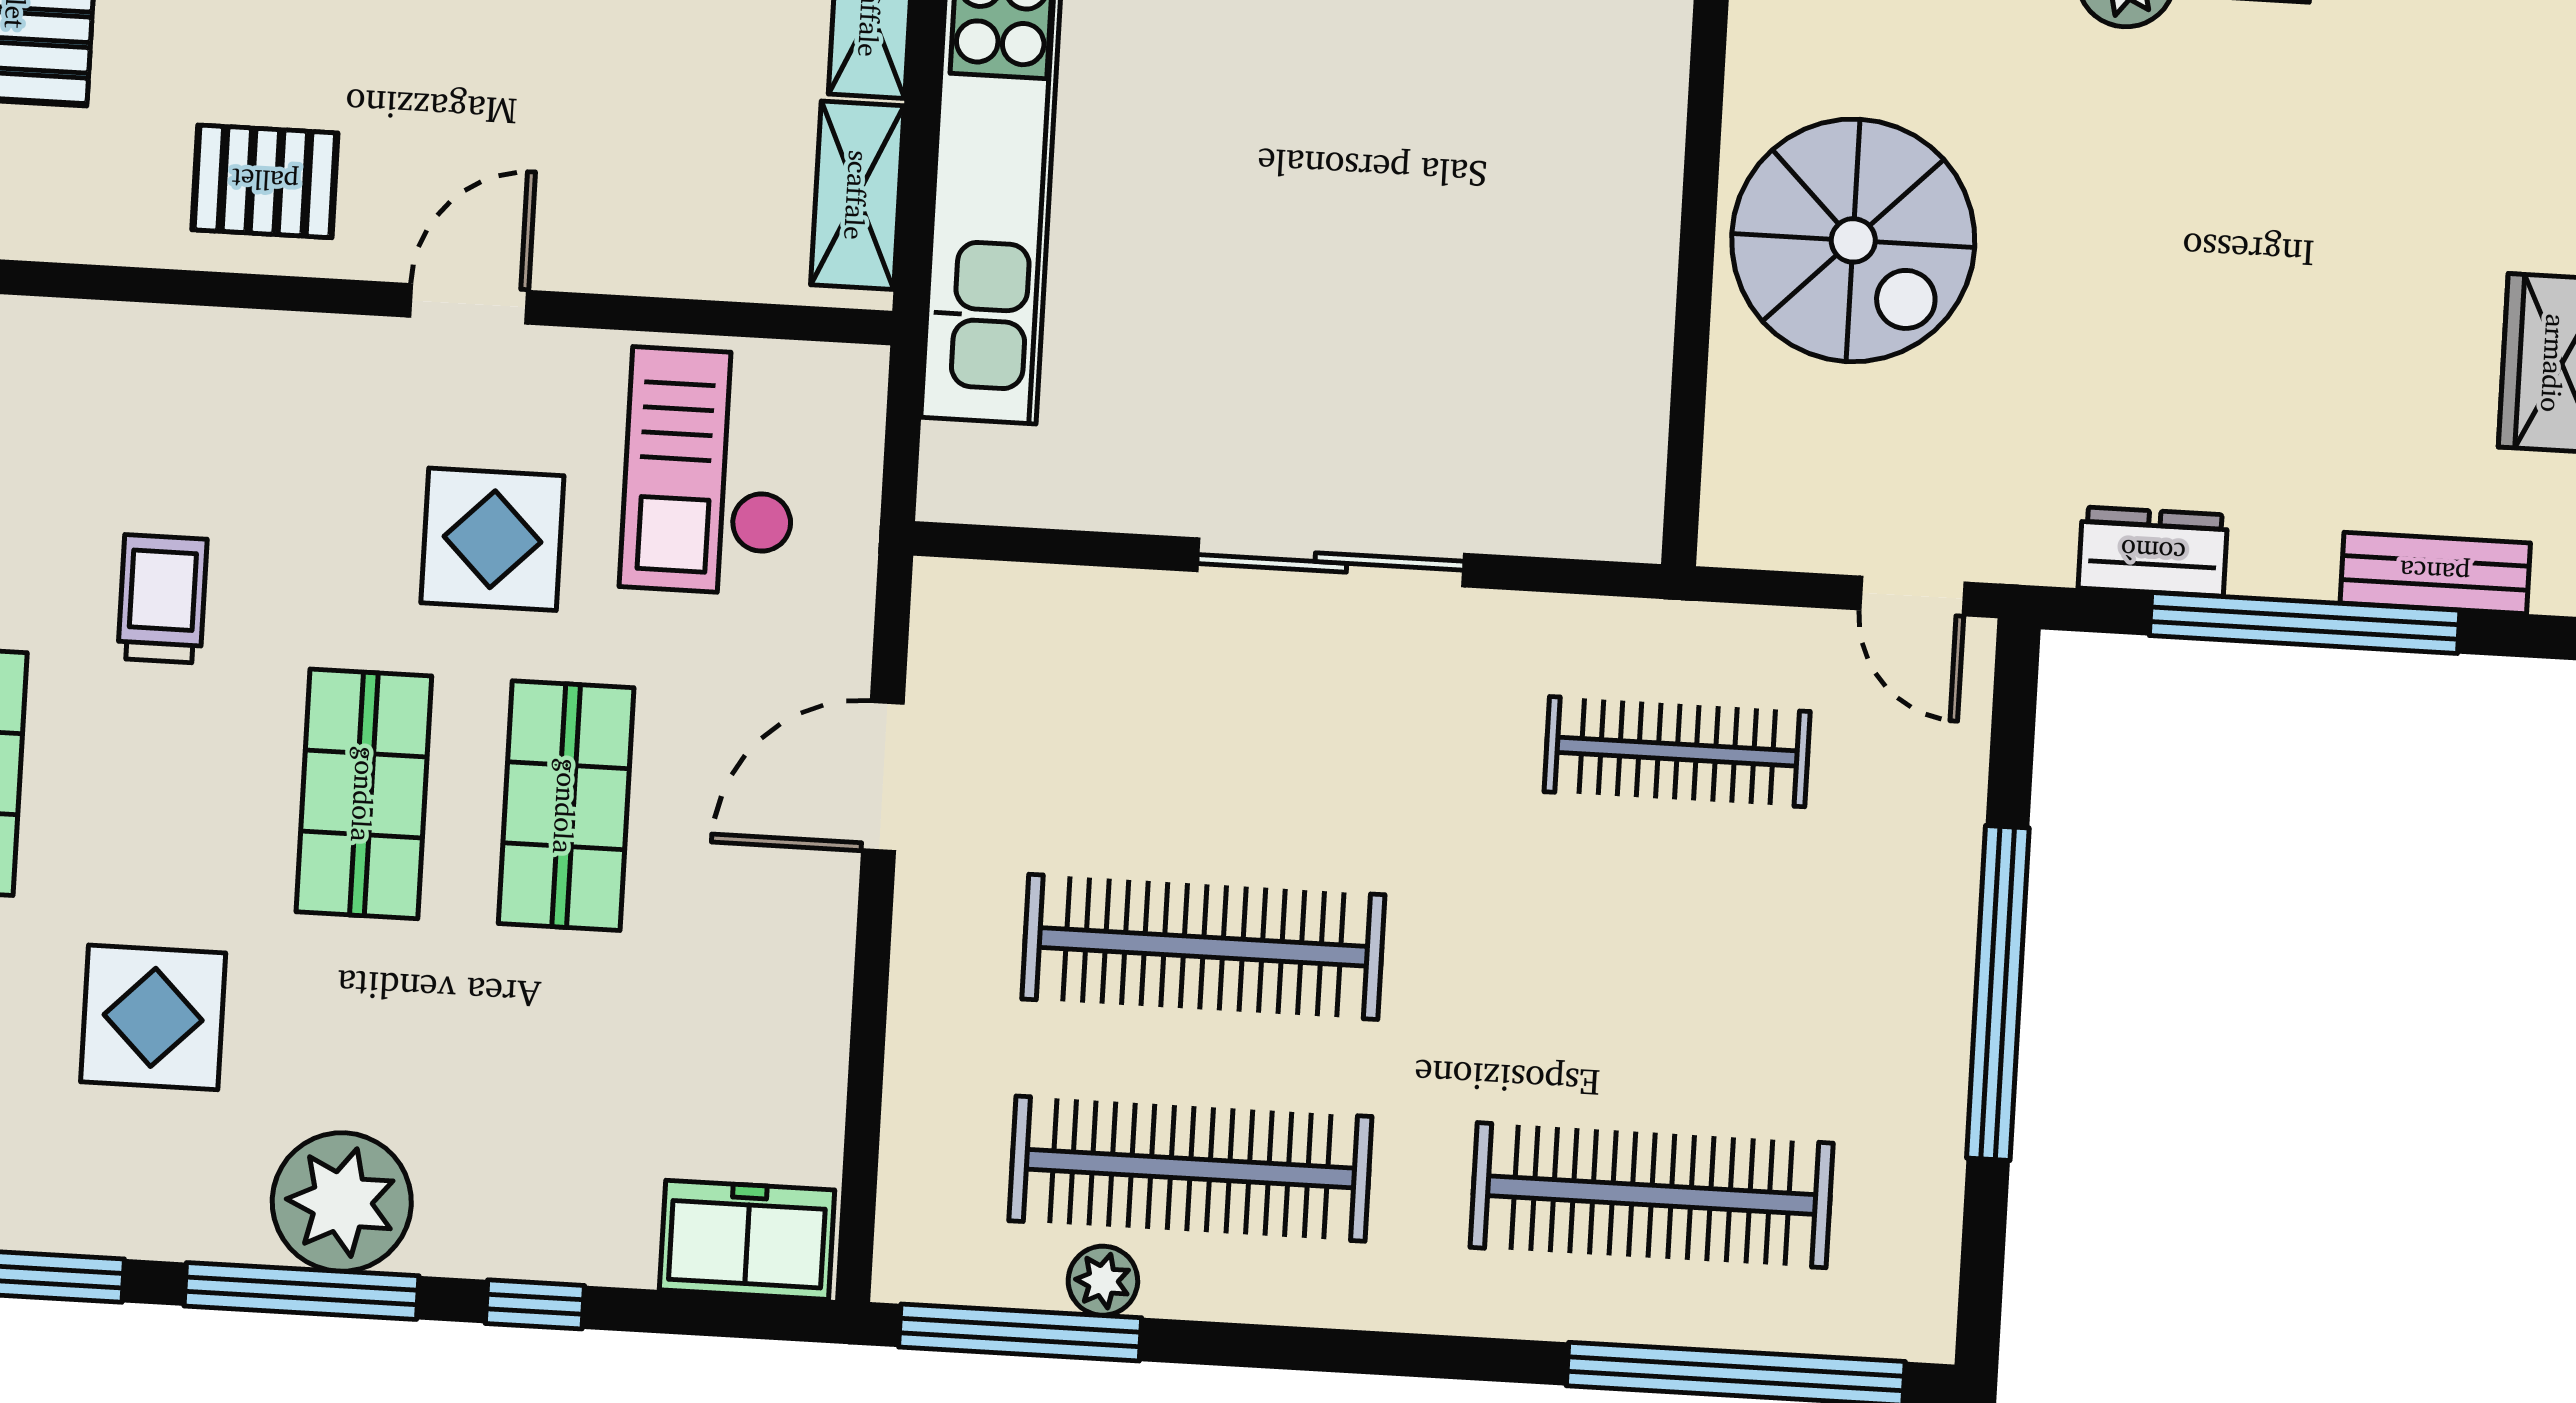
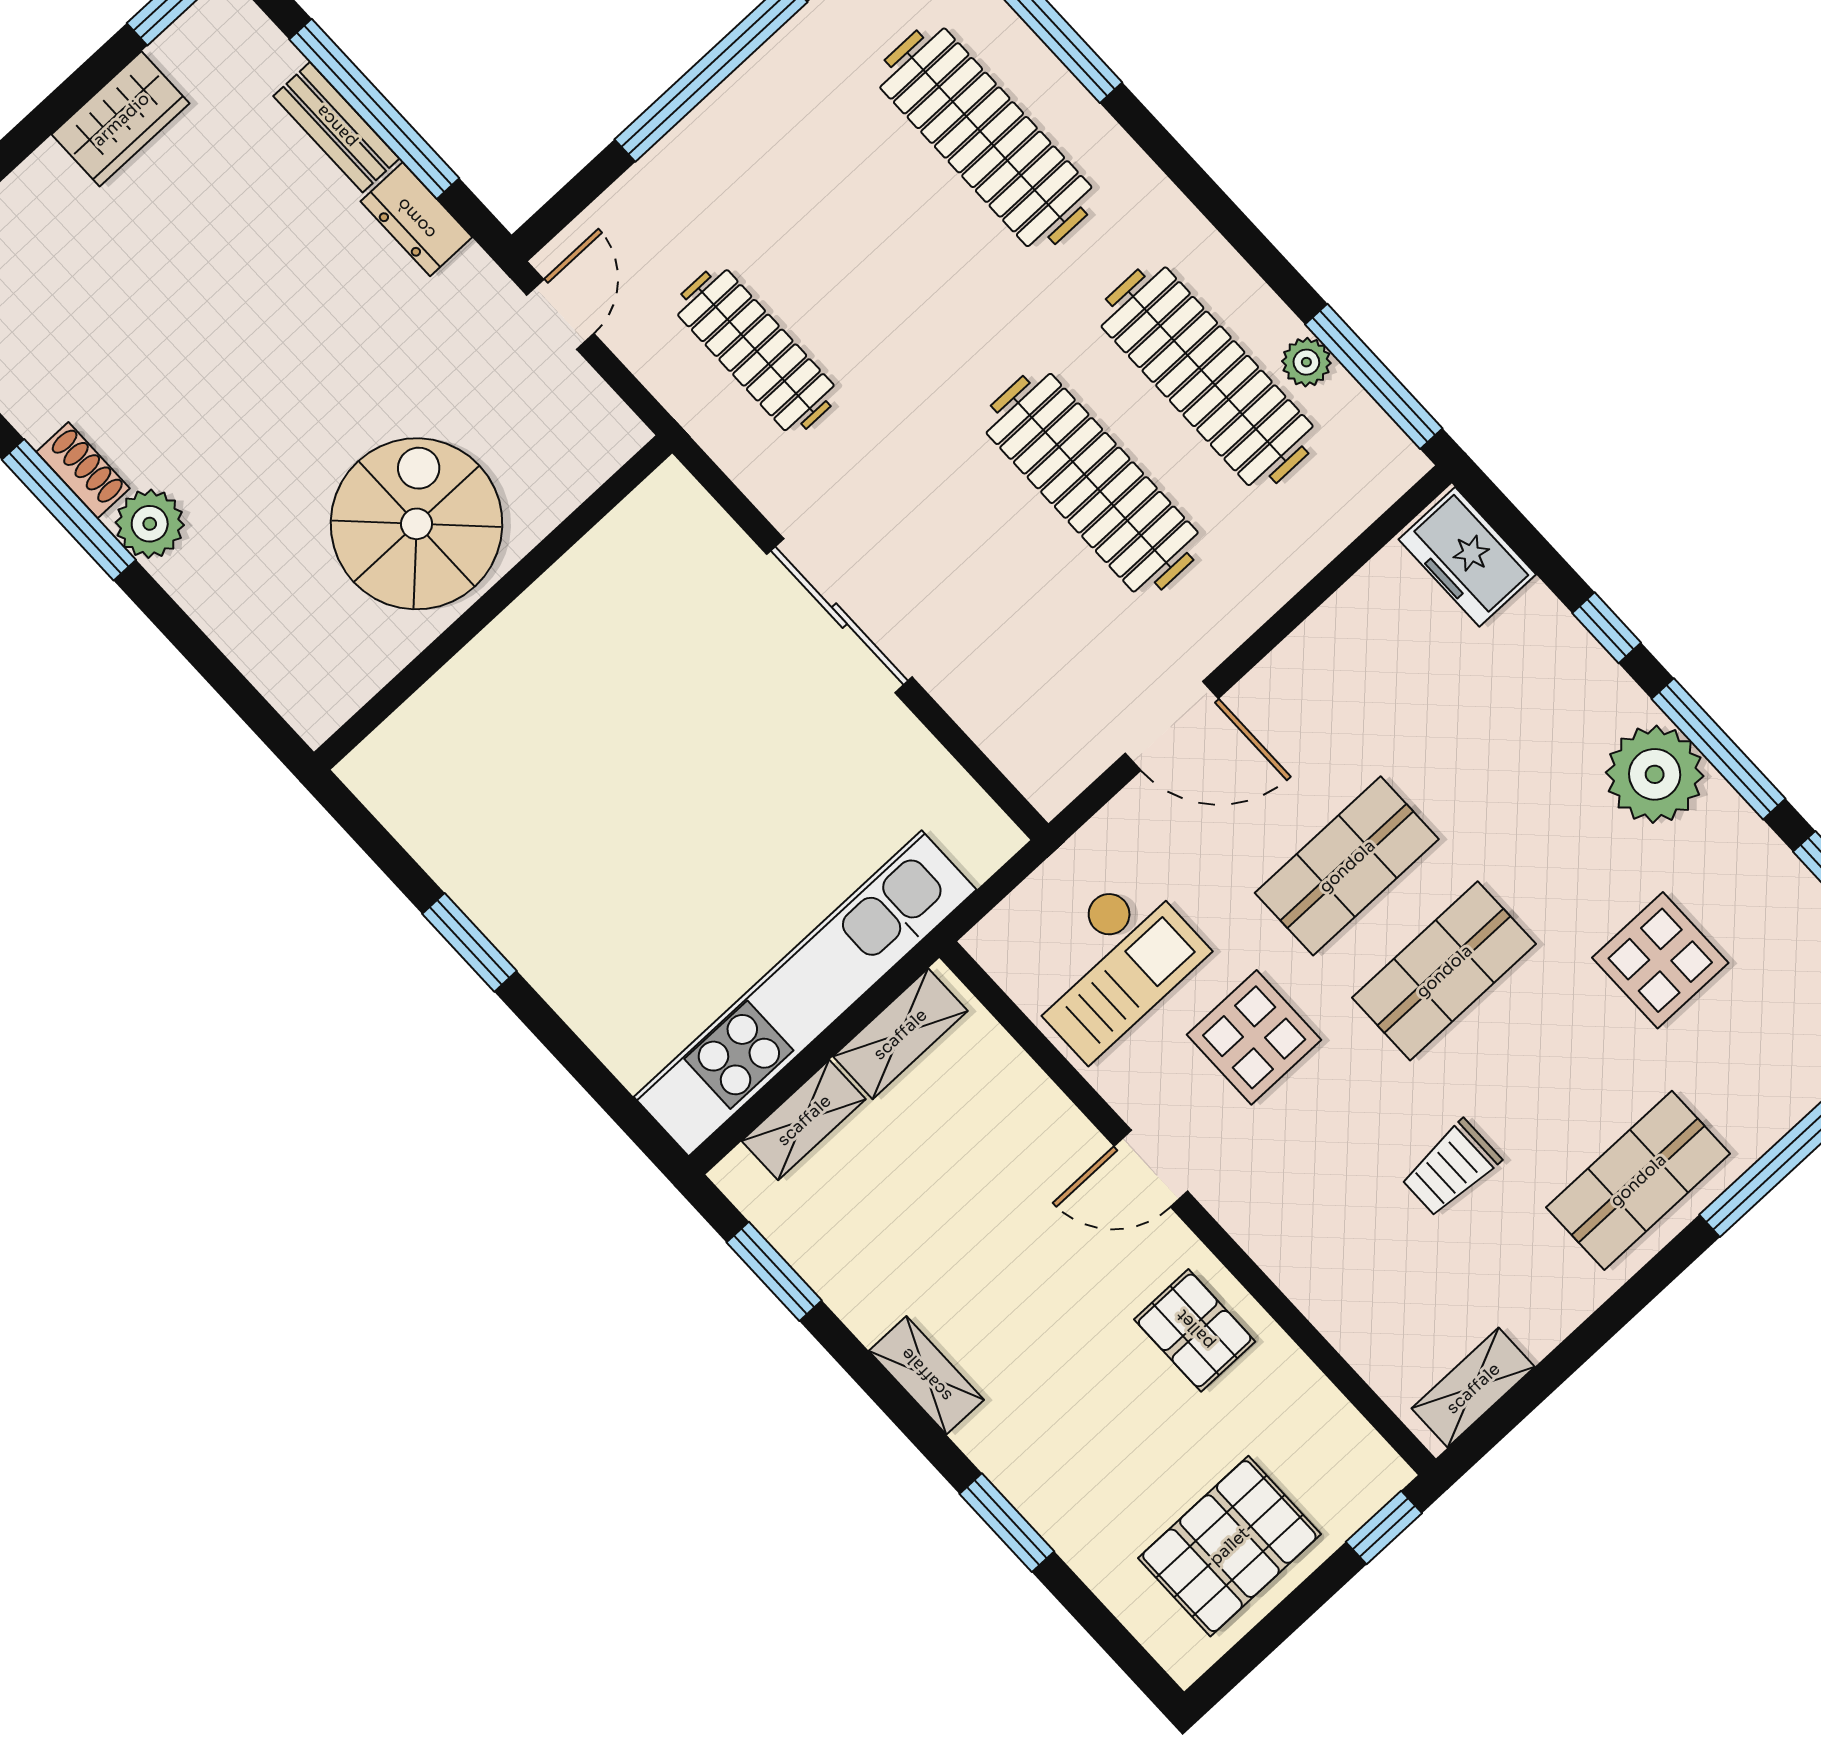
bench: (2435, 573) -> (336, 127), moved

